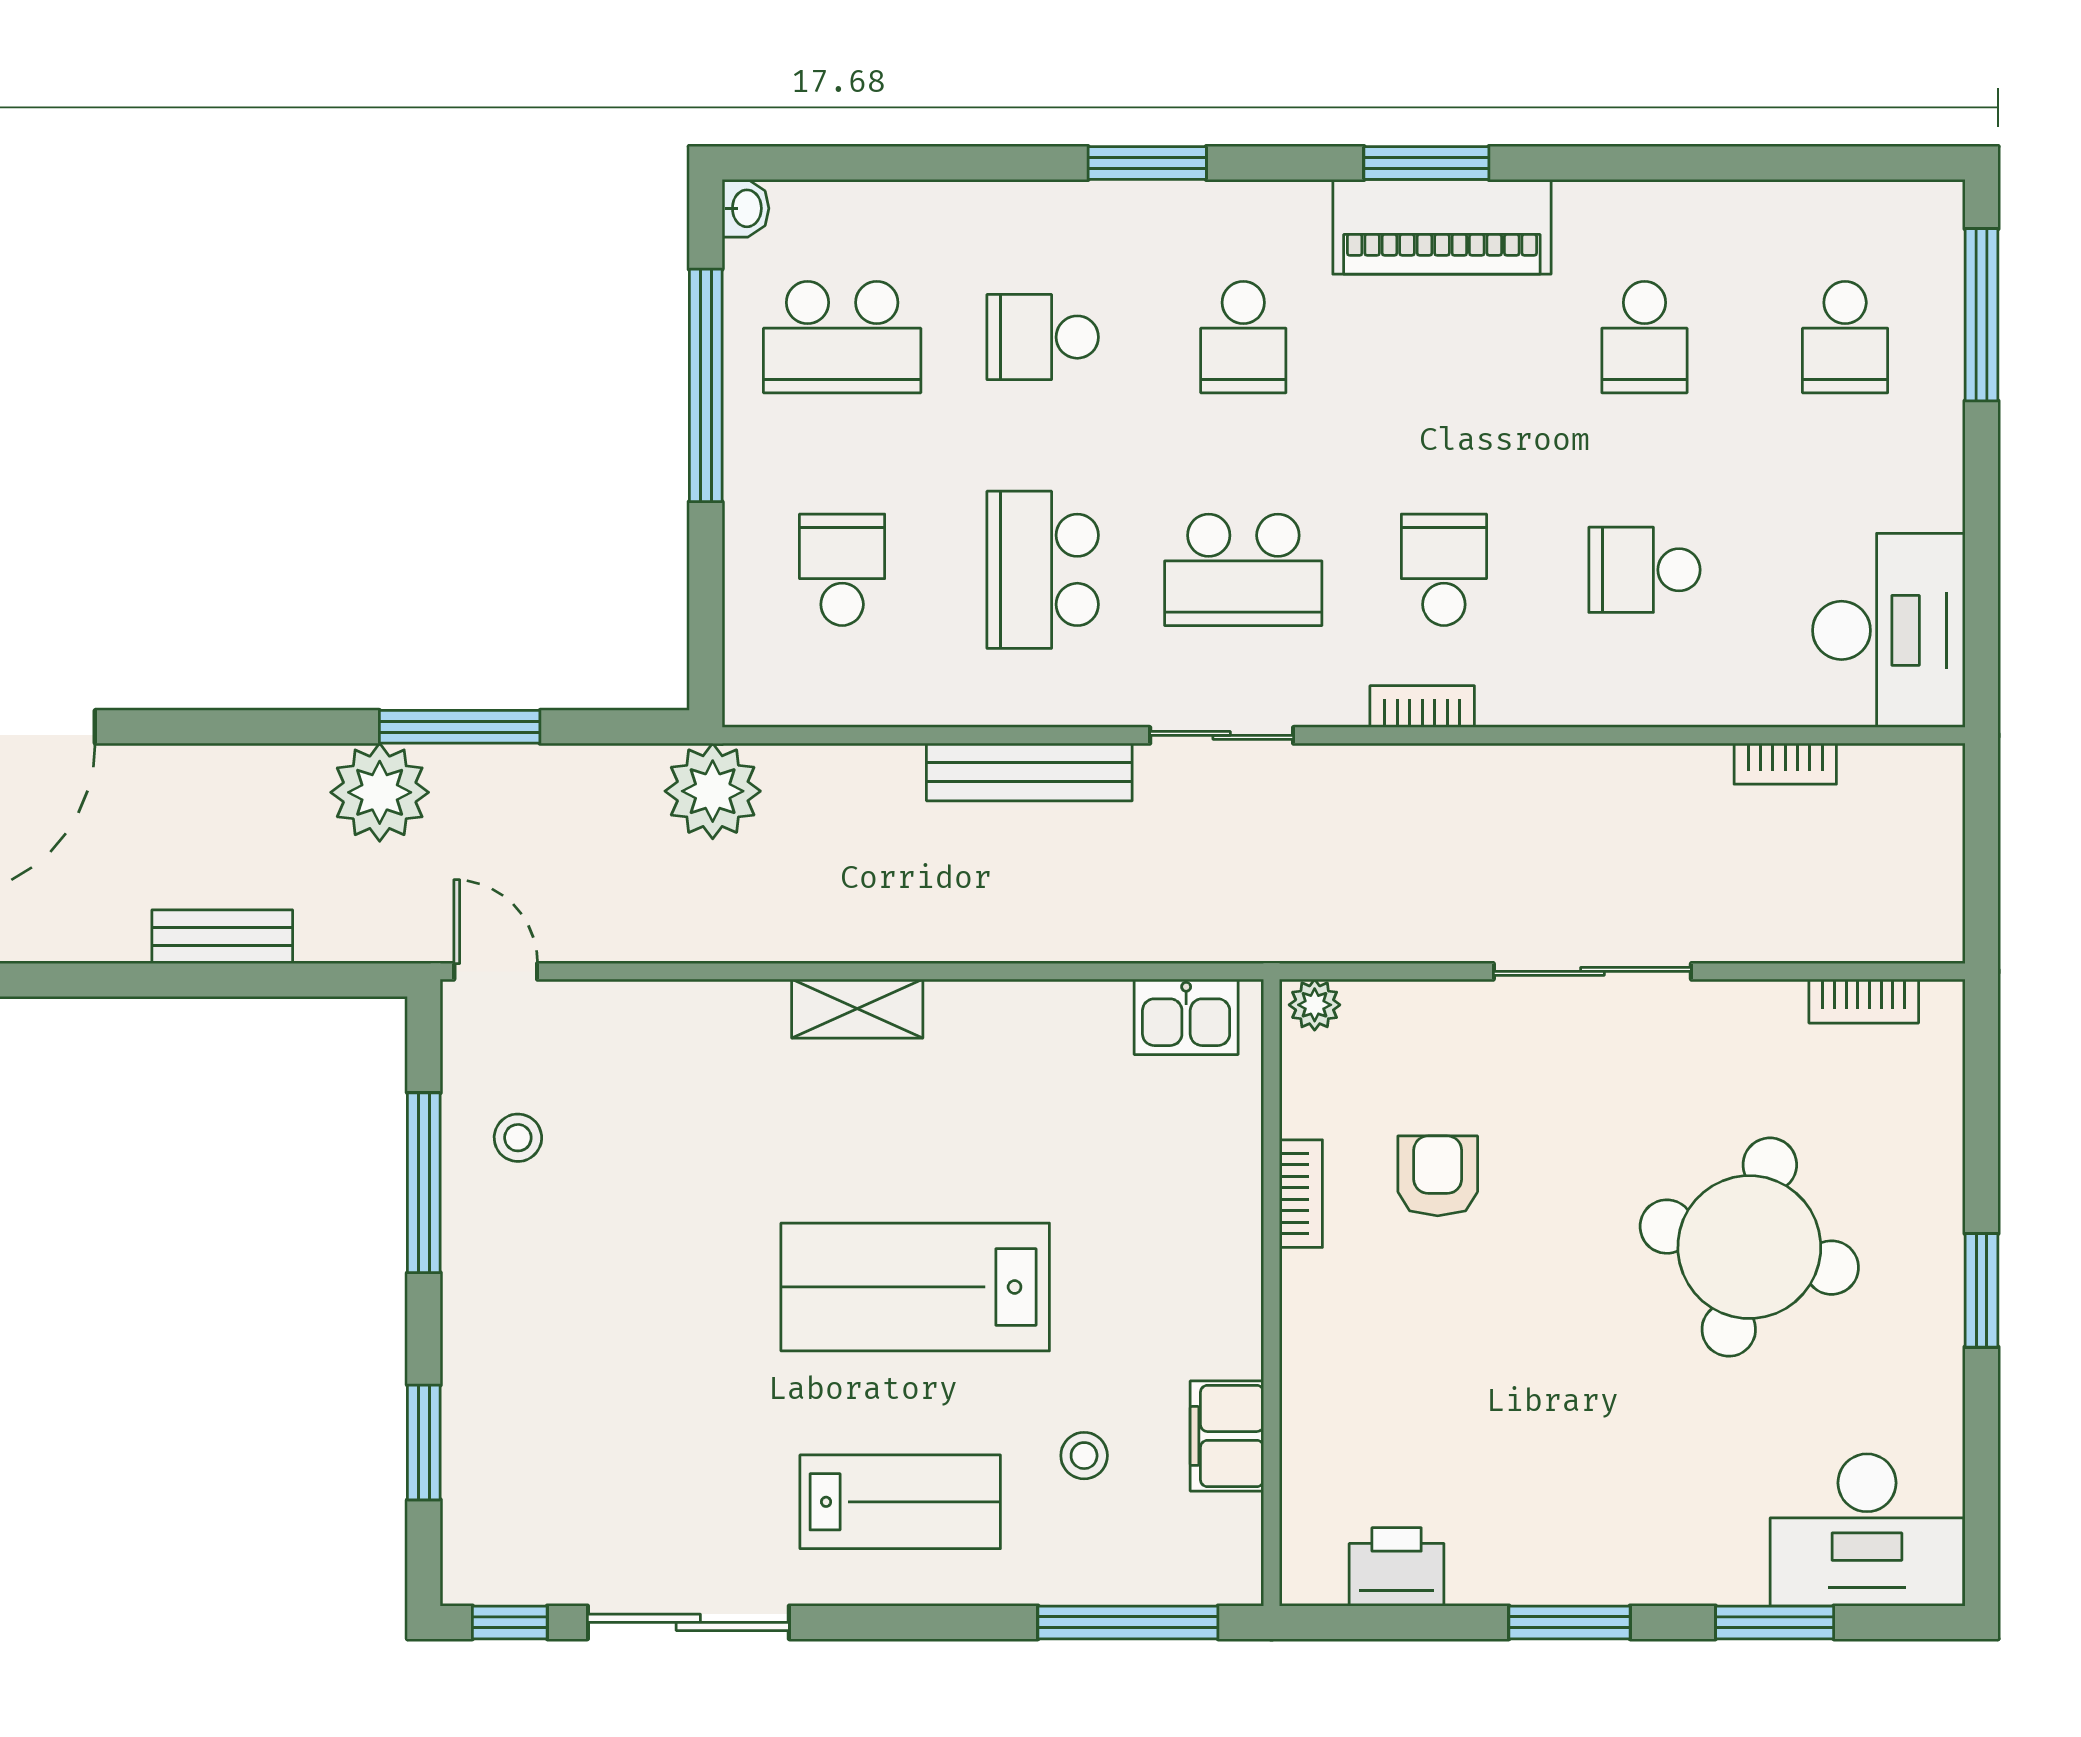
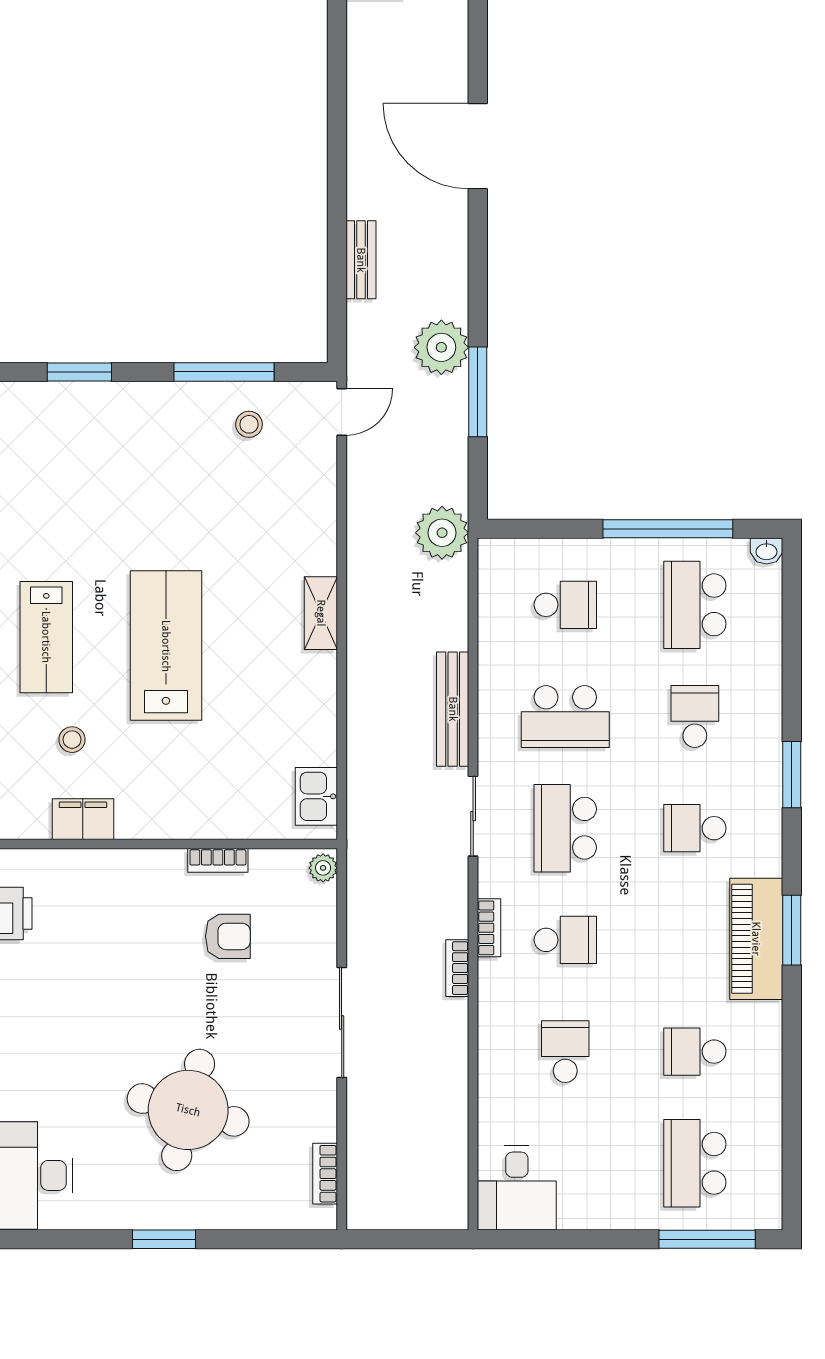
school desk: (1845, 337) -> (695, 1163), width x1.85
school desk: (1043, 570) -> (565, 717), turned 180
desk: (1889, 630) -> (517, 1188), width x0.73
bookcase: (1785, 764) -> (457, 968), moved

